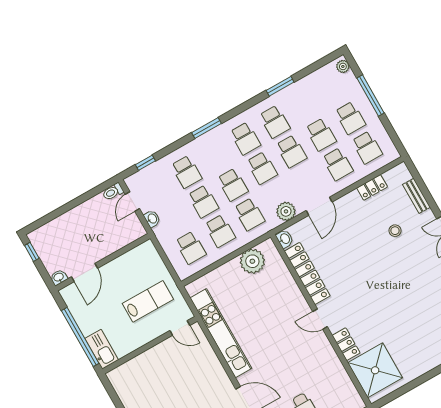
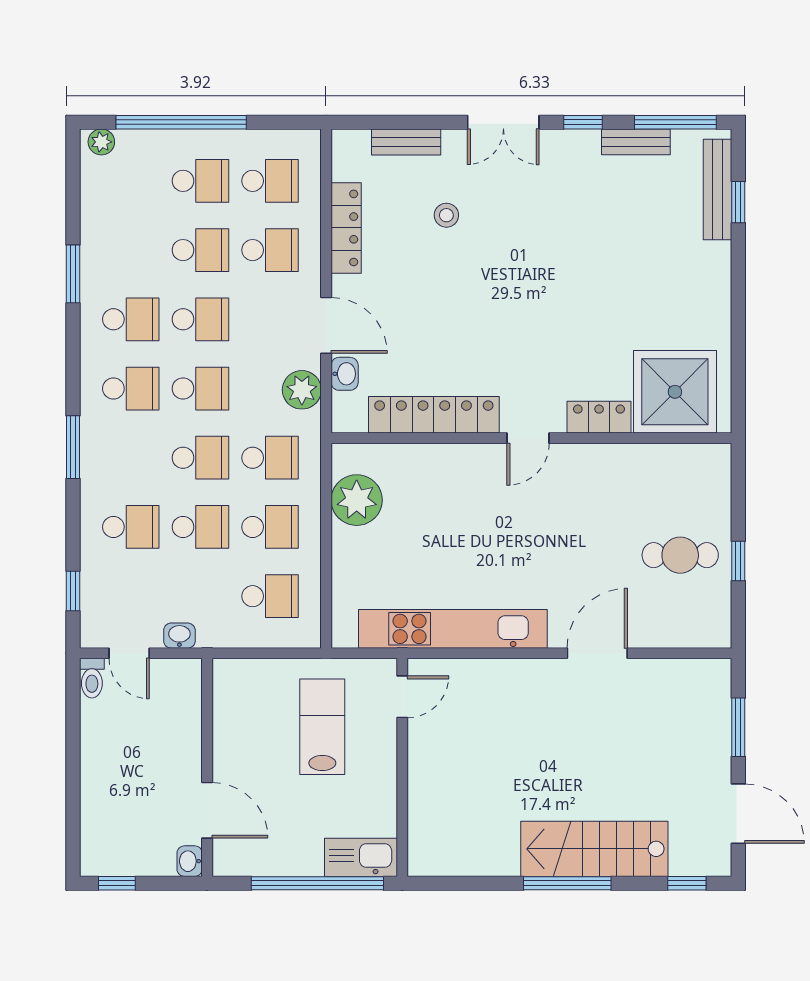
window: (371, 96) -> (181, 122), width x1.46
locker: (372, 187) -> (346, 228), width x1.53
washbasin: (285, 239) -> (345, 374), moved, turned 90

